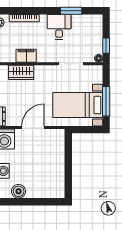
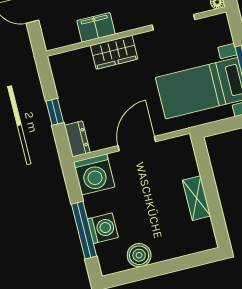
wardrobe: (21, 72) -> (114, 52), moved
shelving: (59, 167) -> (196, 198), added

